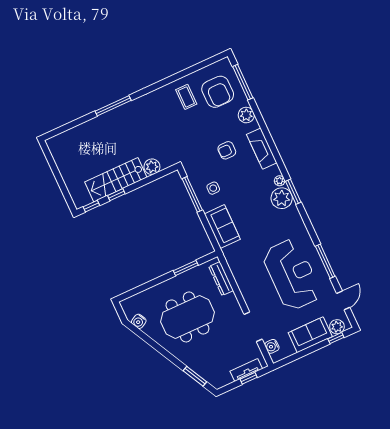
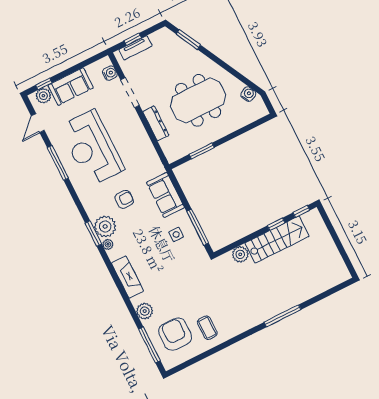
armchair: (227, 150) -> (124, 199), moved
dresser: (221, 279) -> (156, 123), moved

